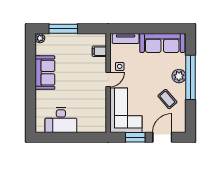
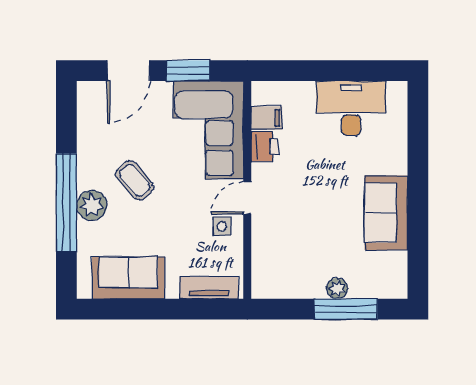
plant: (40, 38) -> (337, 288), moved
sofa: (162, 43) -> (128, 278), width x0.73
filing cabinet: (99, 51) -> (267, 118), moved
coffee table: (167, 99) -> (134, 180), moved
printer: (100, 103) -> (265, 146), added

